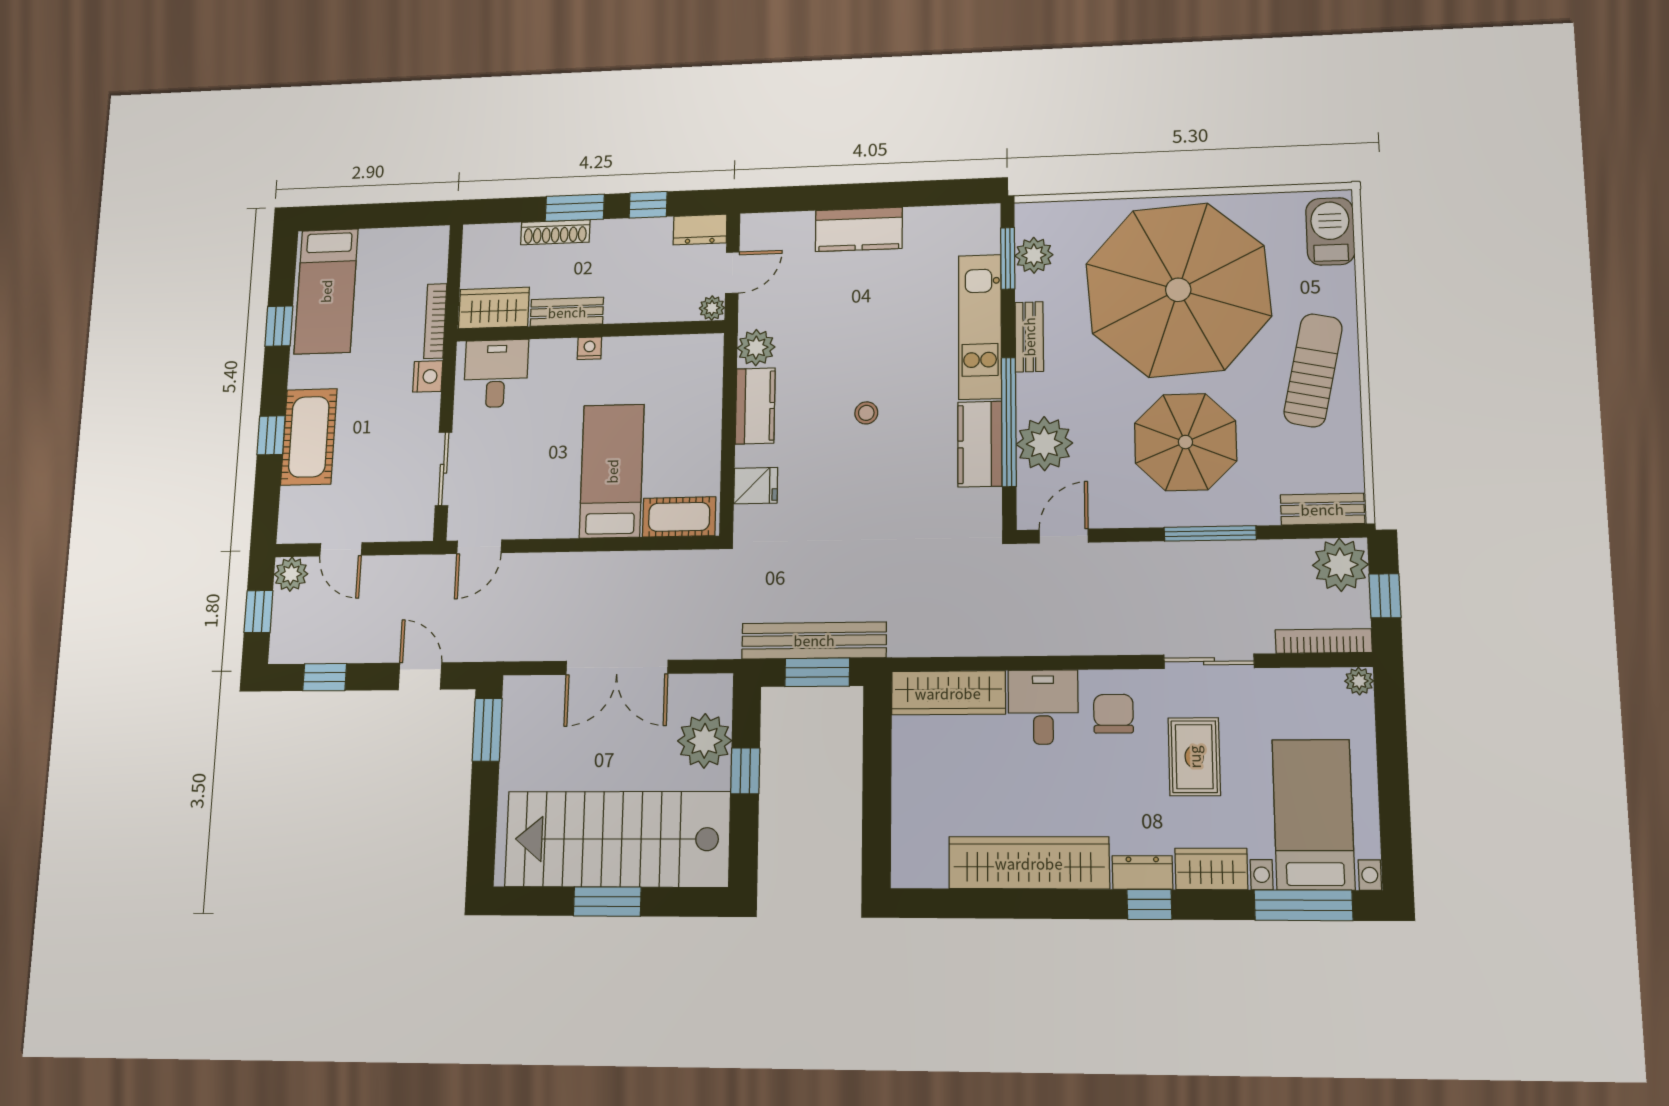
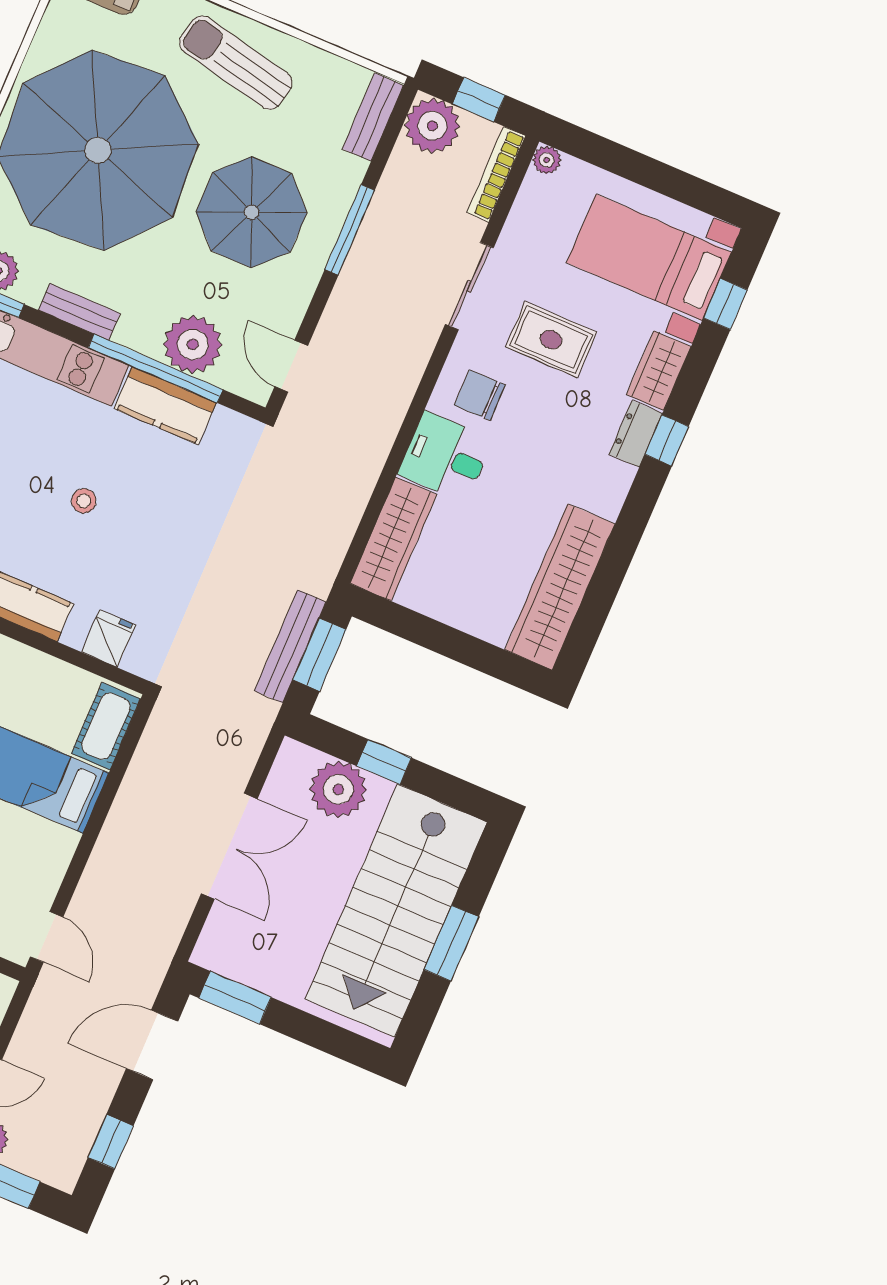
bench: (814, 640) -> (290, 646), width x0.73, depth x0.82
door: (420, 676) -> (152, 1045), width x1.38
wardrobe: (1029, 863) -> (560, 587), moved
window: (1303, 905) -> (725, 304), width x0.46

